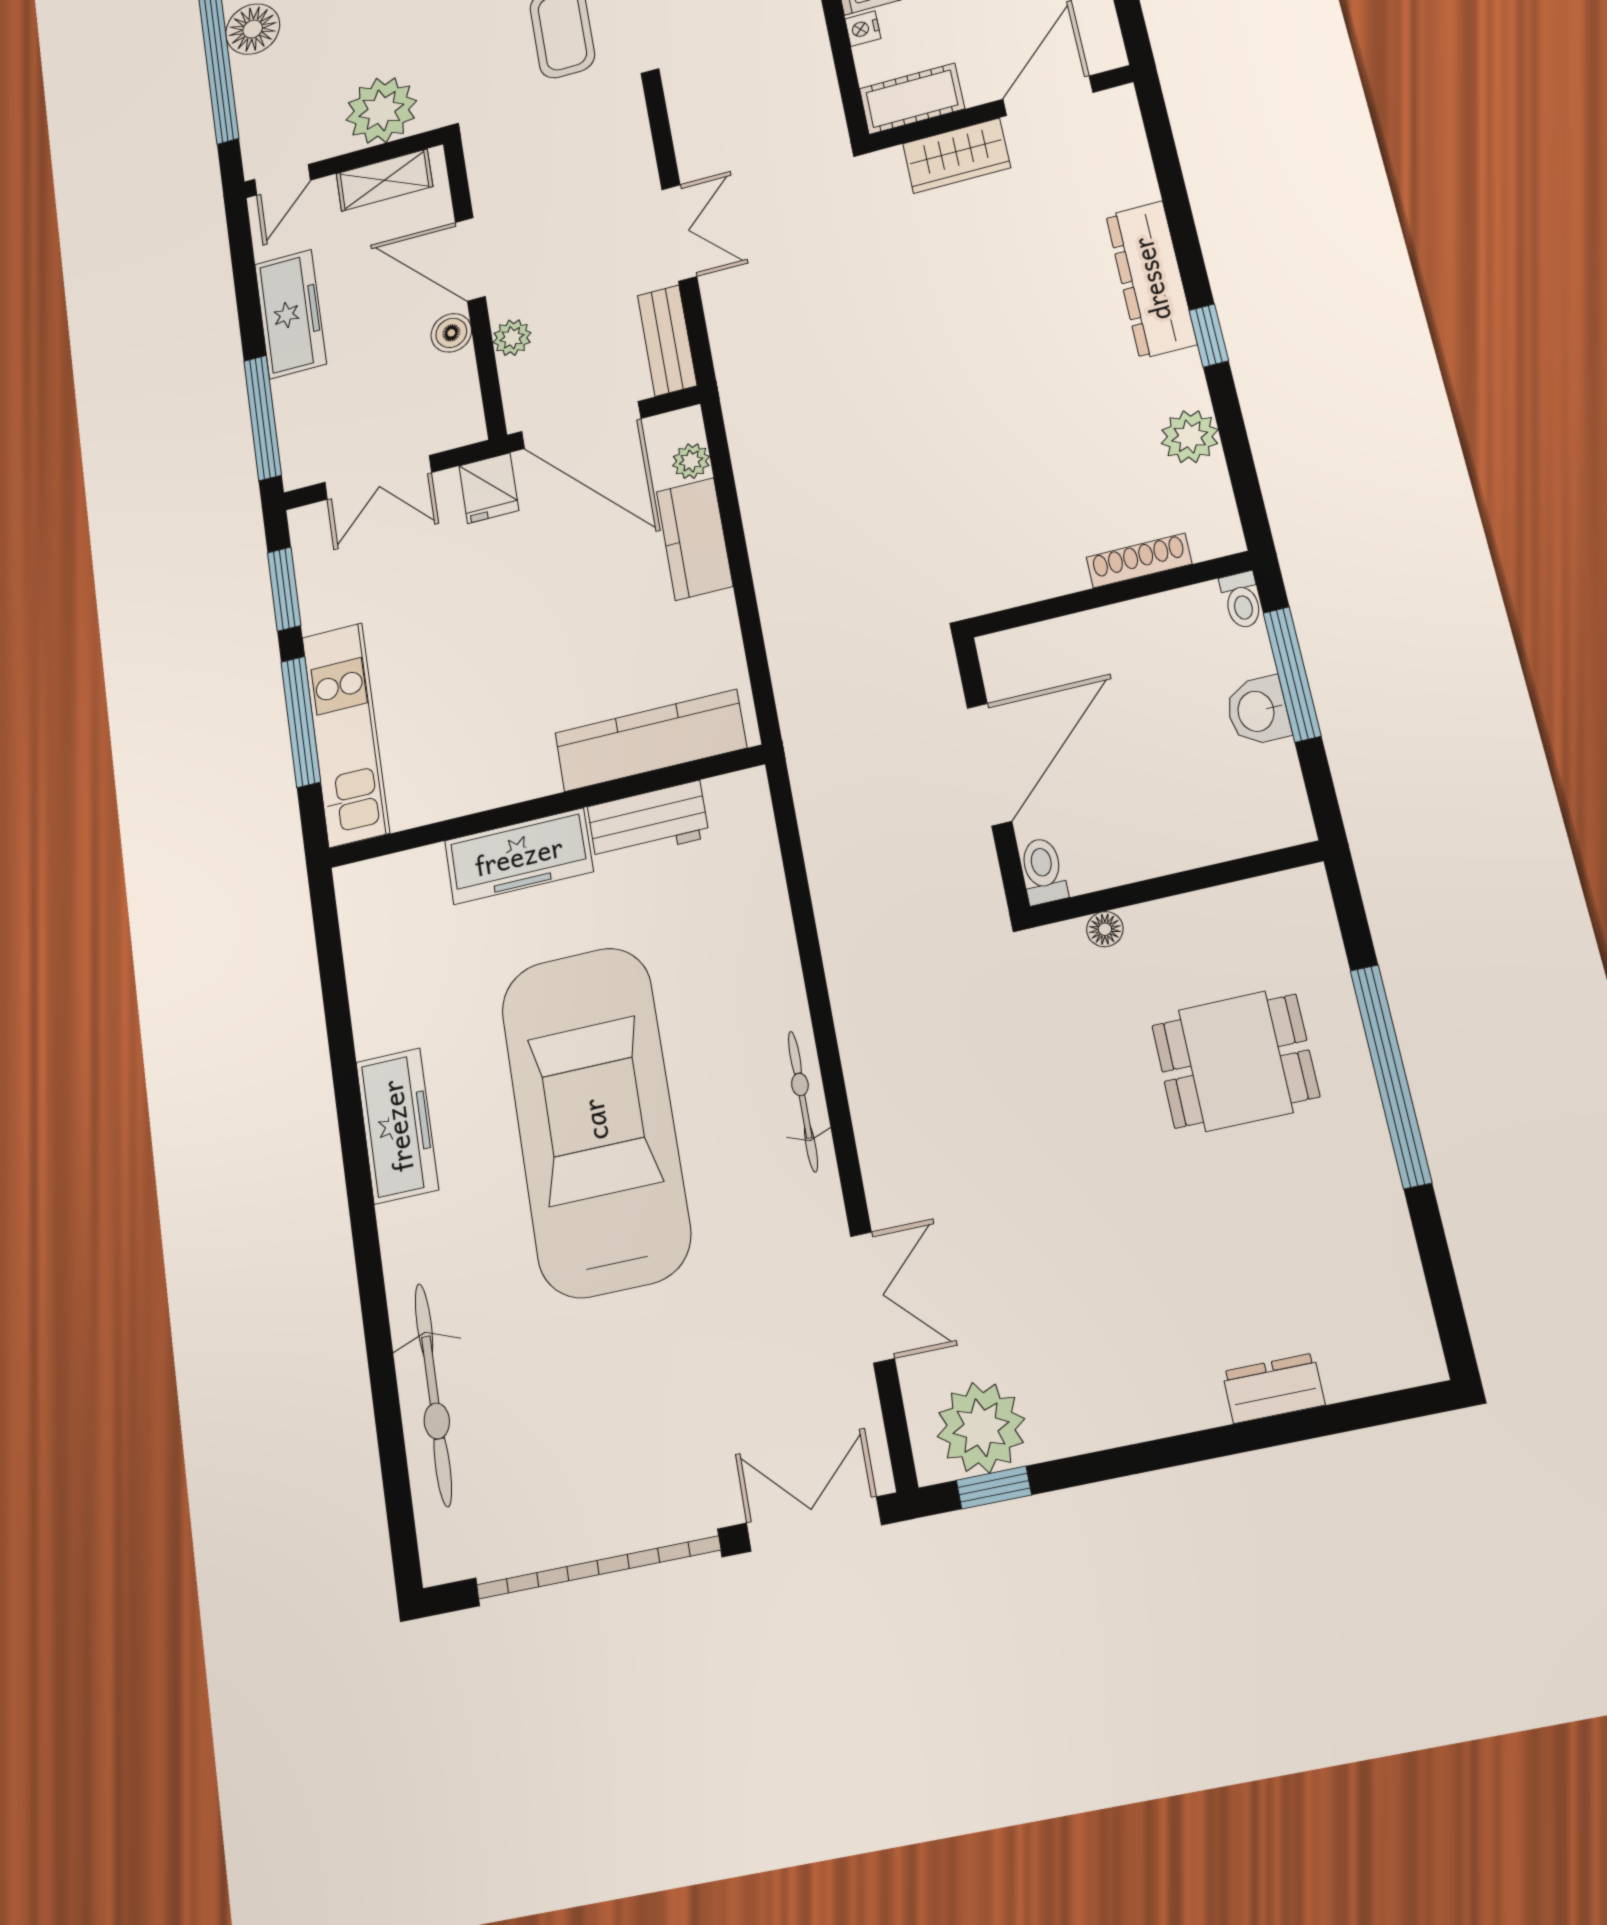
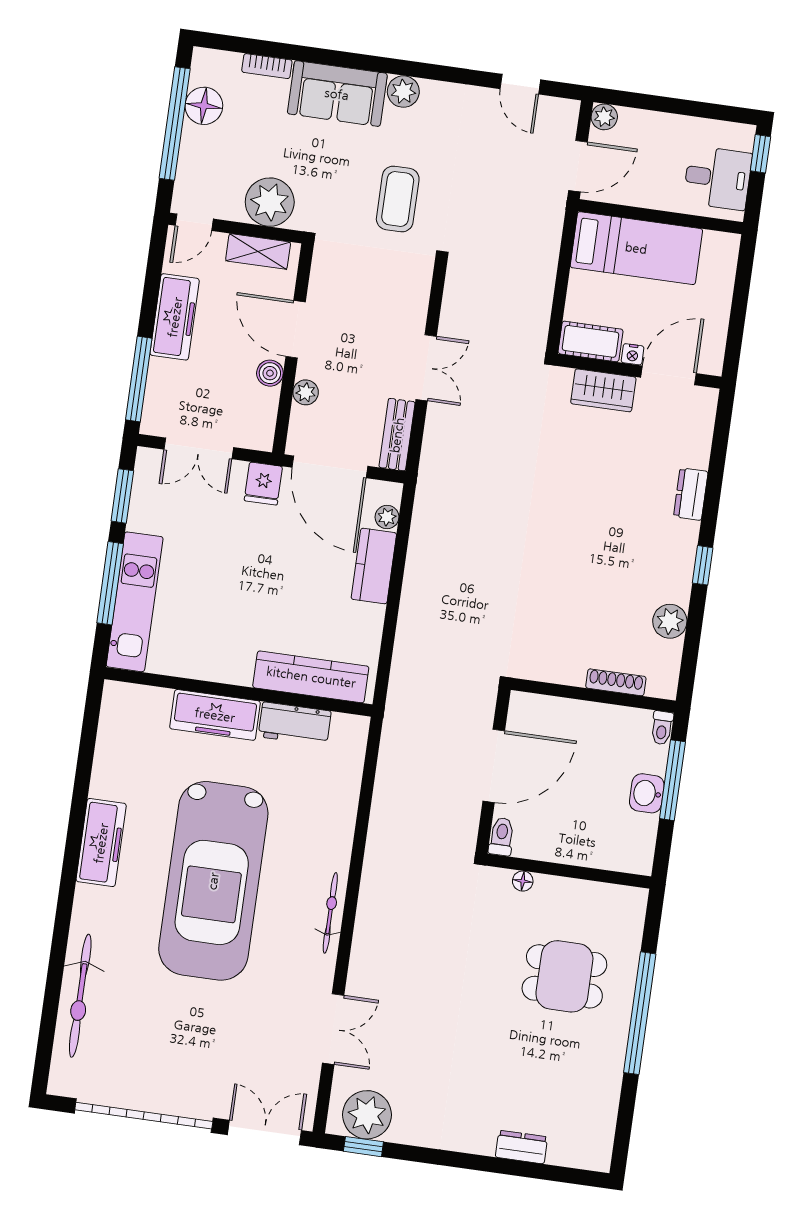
nightstand: (863, 29) -> (633, 354), moved, turned -90
dresser: (1151, 279) -> (691, 494), width x0.51, depth x0.80
car: (595, 1120) -> (213, 881), turned 180

